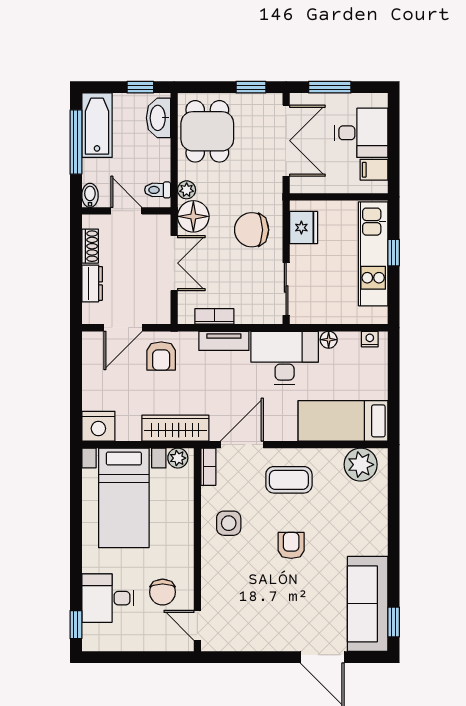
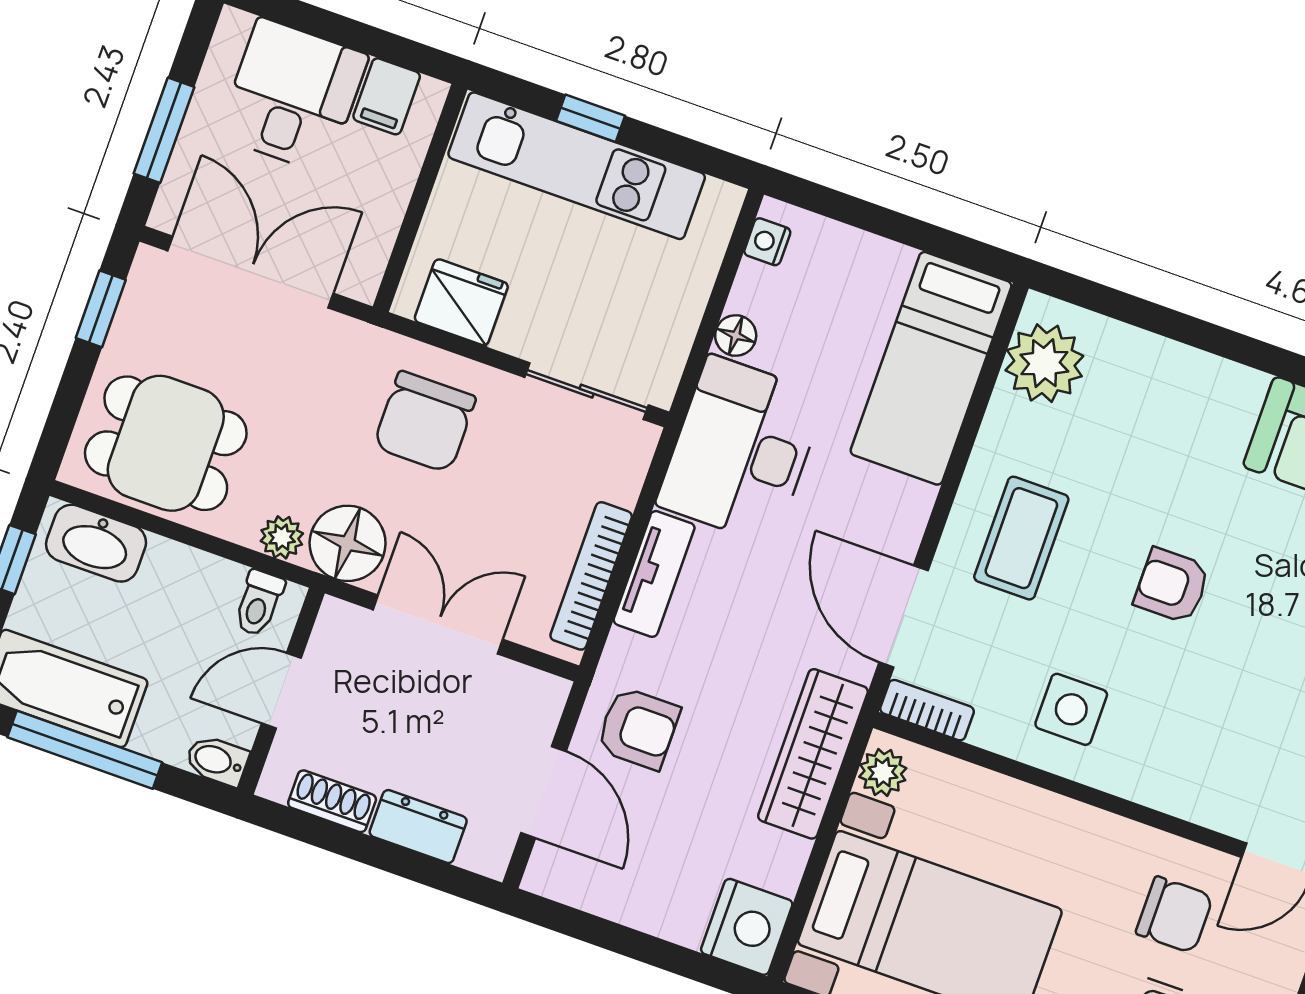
bookcase: (214, 316) -> (591, 576), width x1.56

